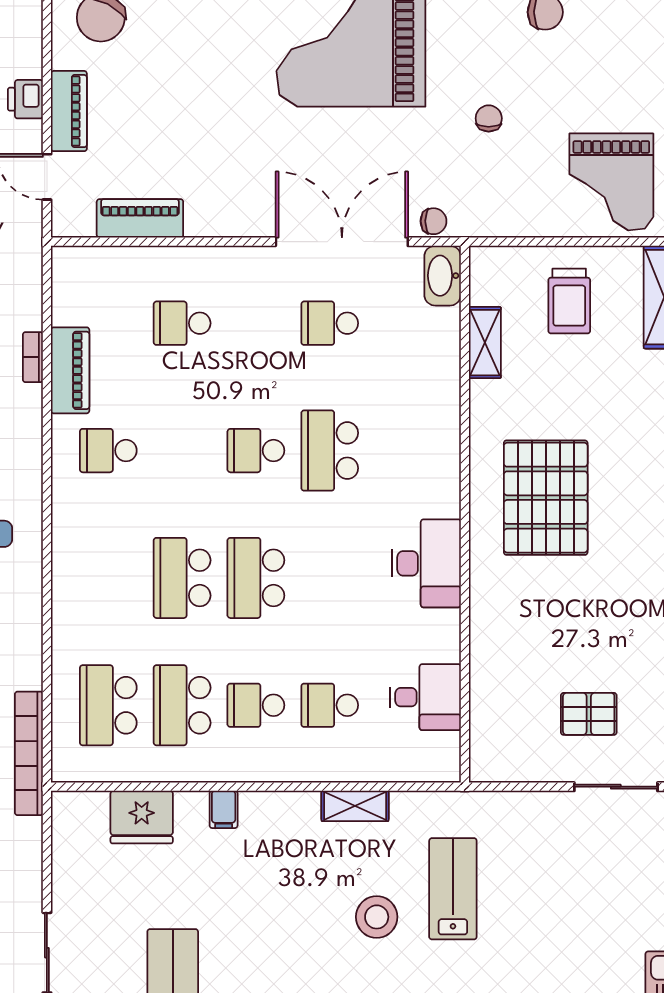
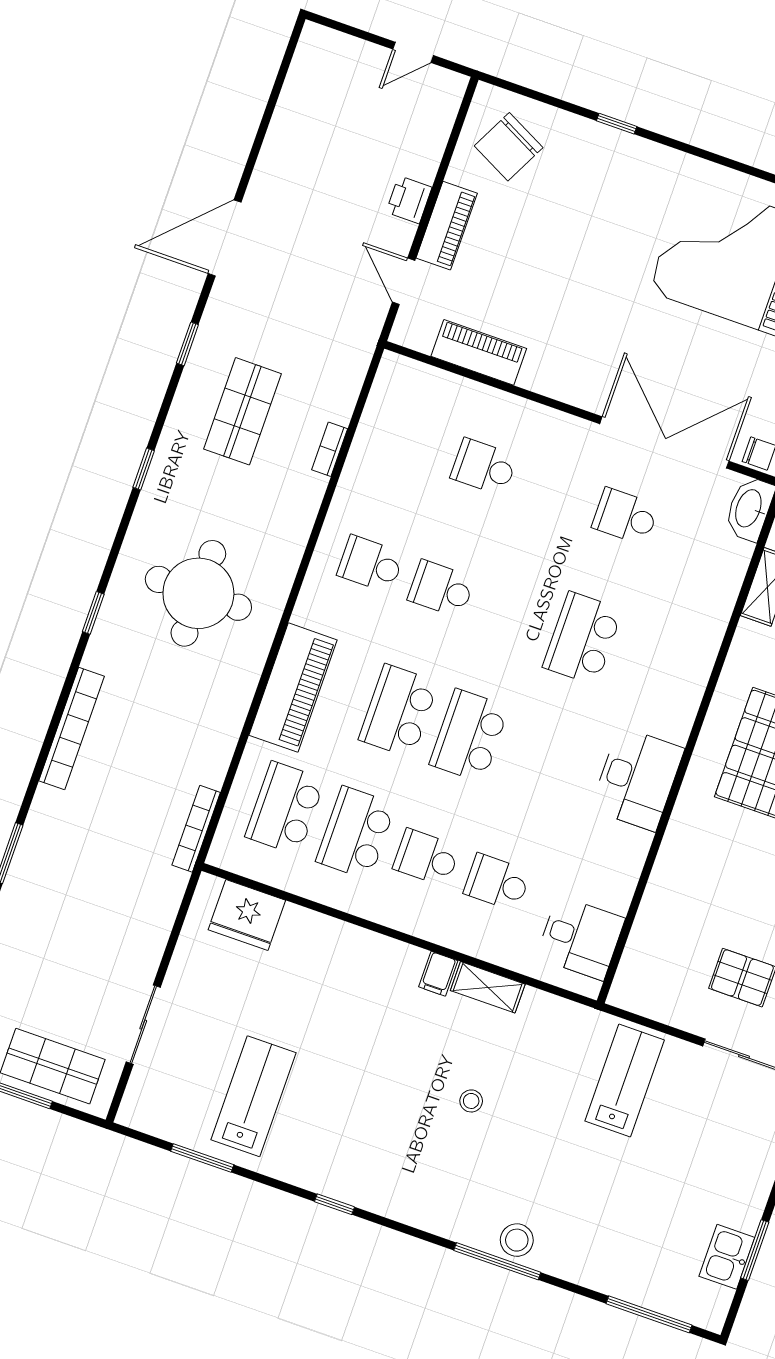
piano: (70, 370) -> (293, 688), moved, width x1.37, depth x1.33
school desk: (256, 451) -> (441, 589), moved
desk: (425, 697) -> (580, 938), moved
bookcase: (29, 753) -> (196, 829), width x0.68, depth x0.76
filing cabinet: (224, 809) -> (438, 974), moved
fridge: (142, 817) -> (247, 915), moved
lab bench: (453, 889) -> (625, 1080), moved
stool: (377, 917) -> (471, 1101), width x0.53, depth x0.53

